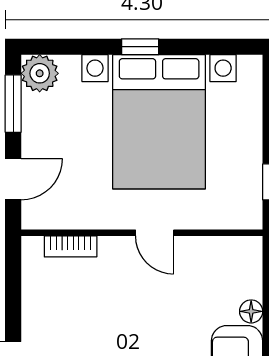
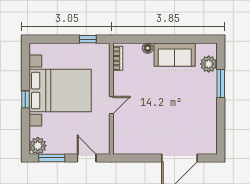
door: (155, 233) -> (111, 105), moved
bookcase: (71, 246) -> (118, 58), moved

